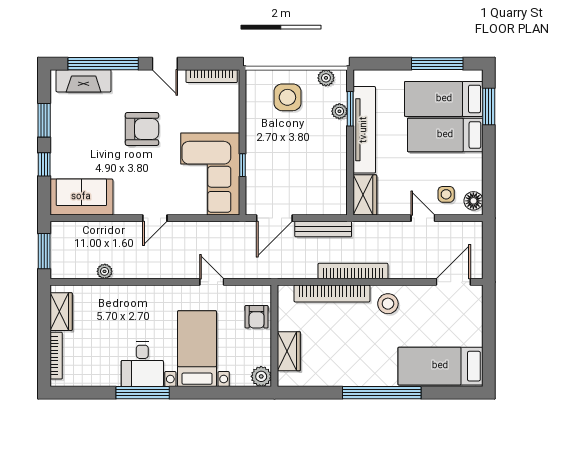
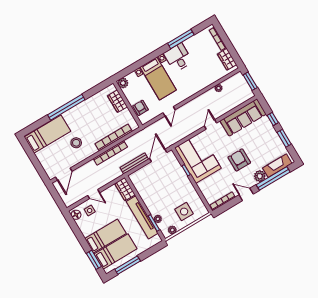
plant: (124, 81) -> (260, 176), added
armchair: (142, 129) -> (239, 160), turned 90
sofa: (81, 197) -> (243, 117), width x1.36
door: (212, 282) -> (169, 111), hinge flipped
stool: (388, 304) -> (76, 143), moved
window: (143, 393) -> (181, 39), moved

